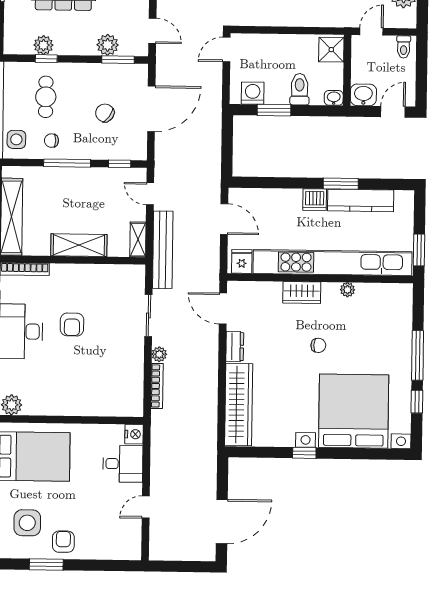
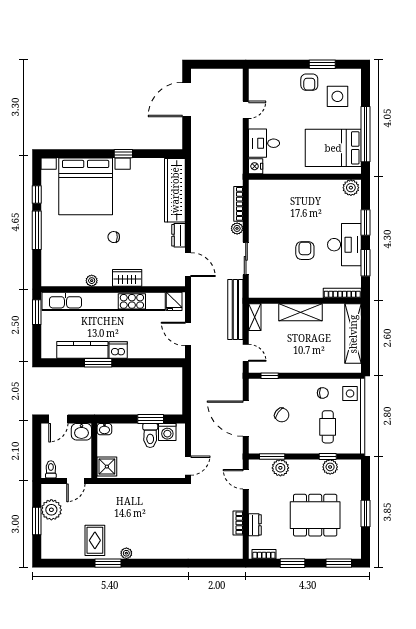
toilet: (300, 89) -> (150, 435), moved
door: (151, 109) -> (246, 419), hinge flipped
window: (67, 163) -> (310, 376), removed

